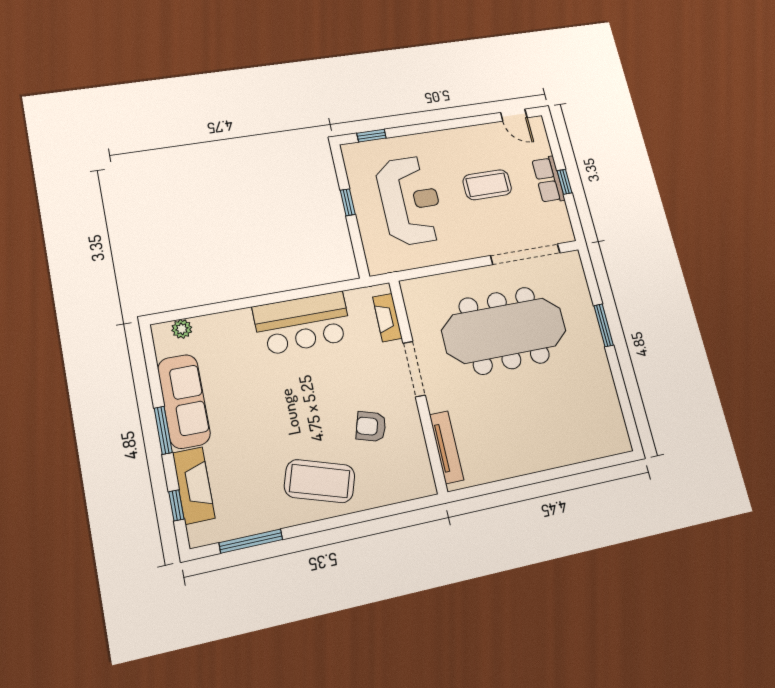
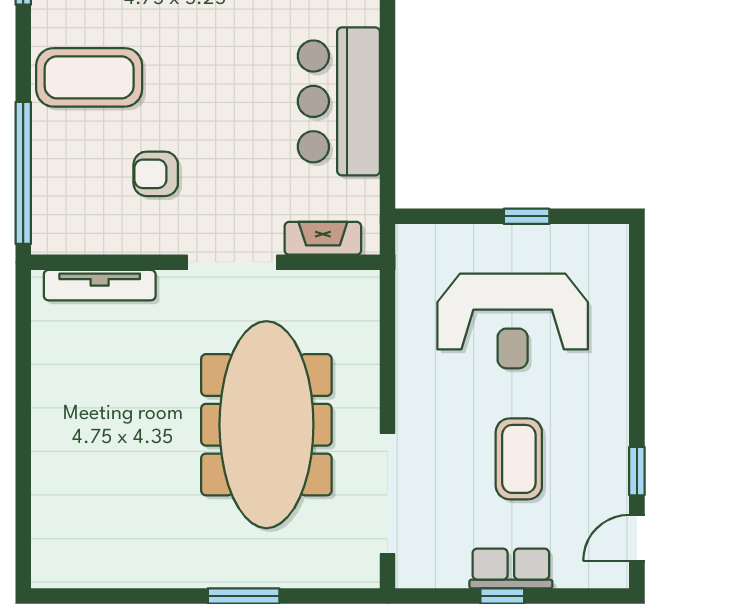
window: (371, 136) -> (637, 471), moved
armchair: (371, 426) -> (156, 174), turned -107
coffee table: (320, 481) -> (89, 77), turned 72
window: (389, 510) -> (23, 173), added

